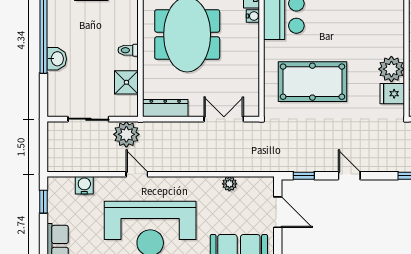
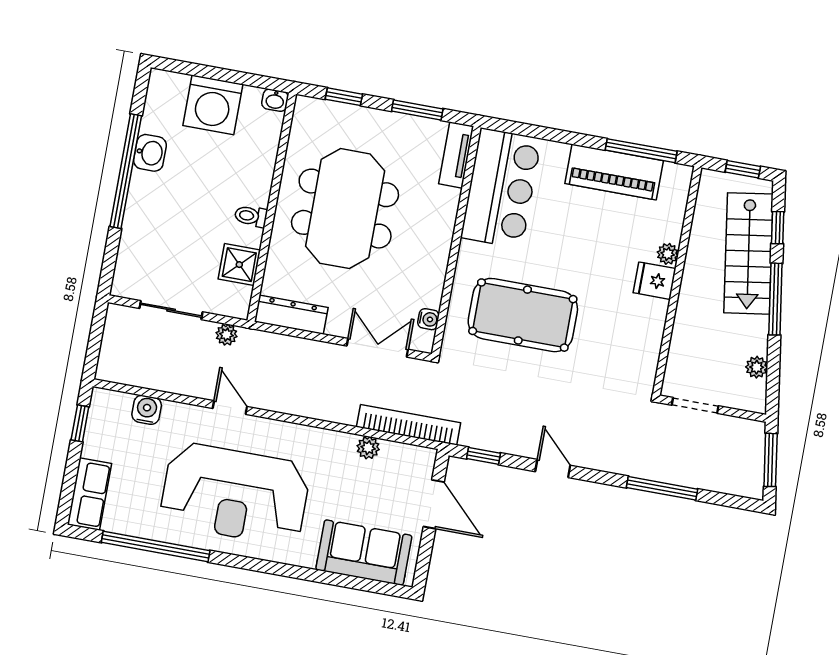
water cooler: (253, 16) -> (428, 319), moved
washbasin: (57, 59) -> (150, 153), moved
plant: (391, 69) -> (668, 254), moved, width x0.53, depth x0.53
fridge: (392, 94) -> (655, 281), moved
plant: (126, 134) -> (226, 335), width x0.53, depth x0.53
bookcase: (252, 165) -> (409, 425), added

